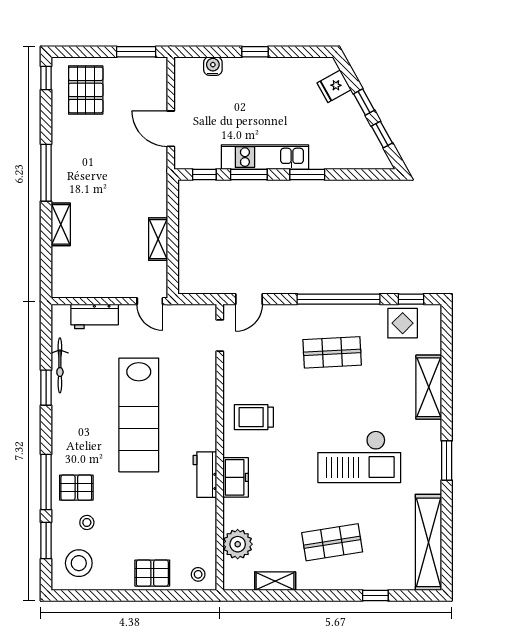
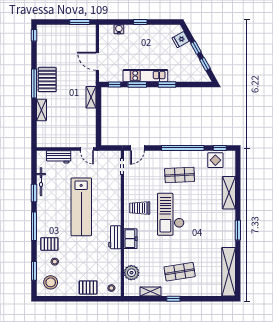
pallet: (86, 90) -> (47, 80), moved
shelving: (158, 239) -> (91, 97), moved
checkout: (359, 457) -> (171, 214), moved, turned 90
window: (46, 482) -> (34, 226), moved
window: (375, 595) -> (173, 299), moved

